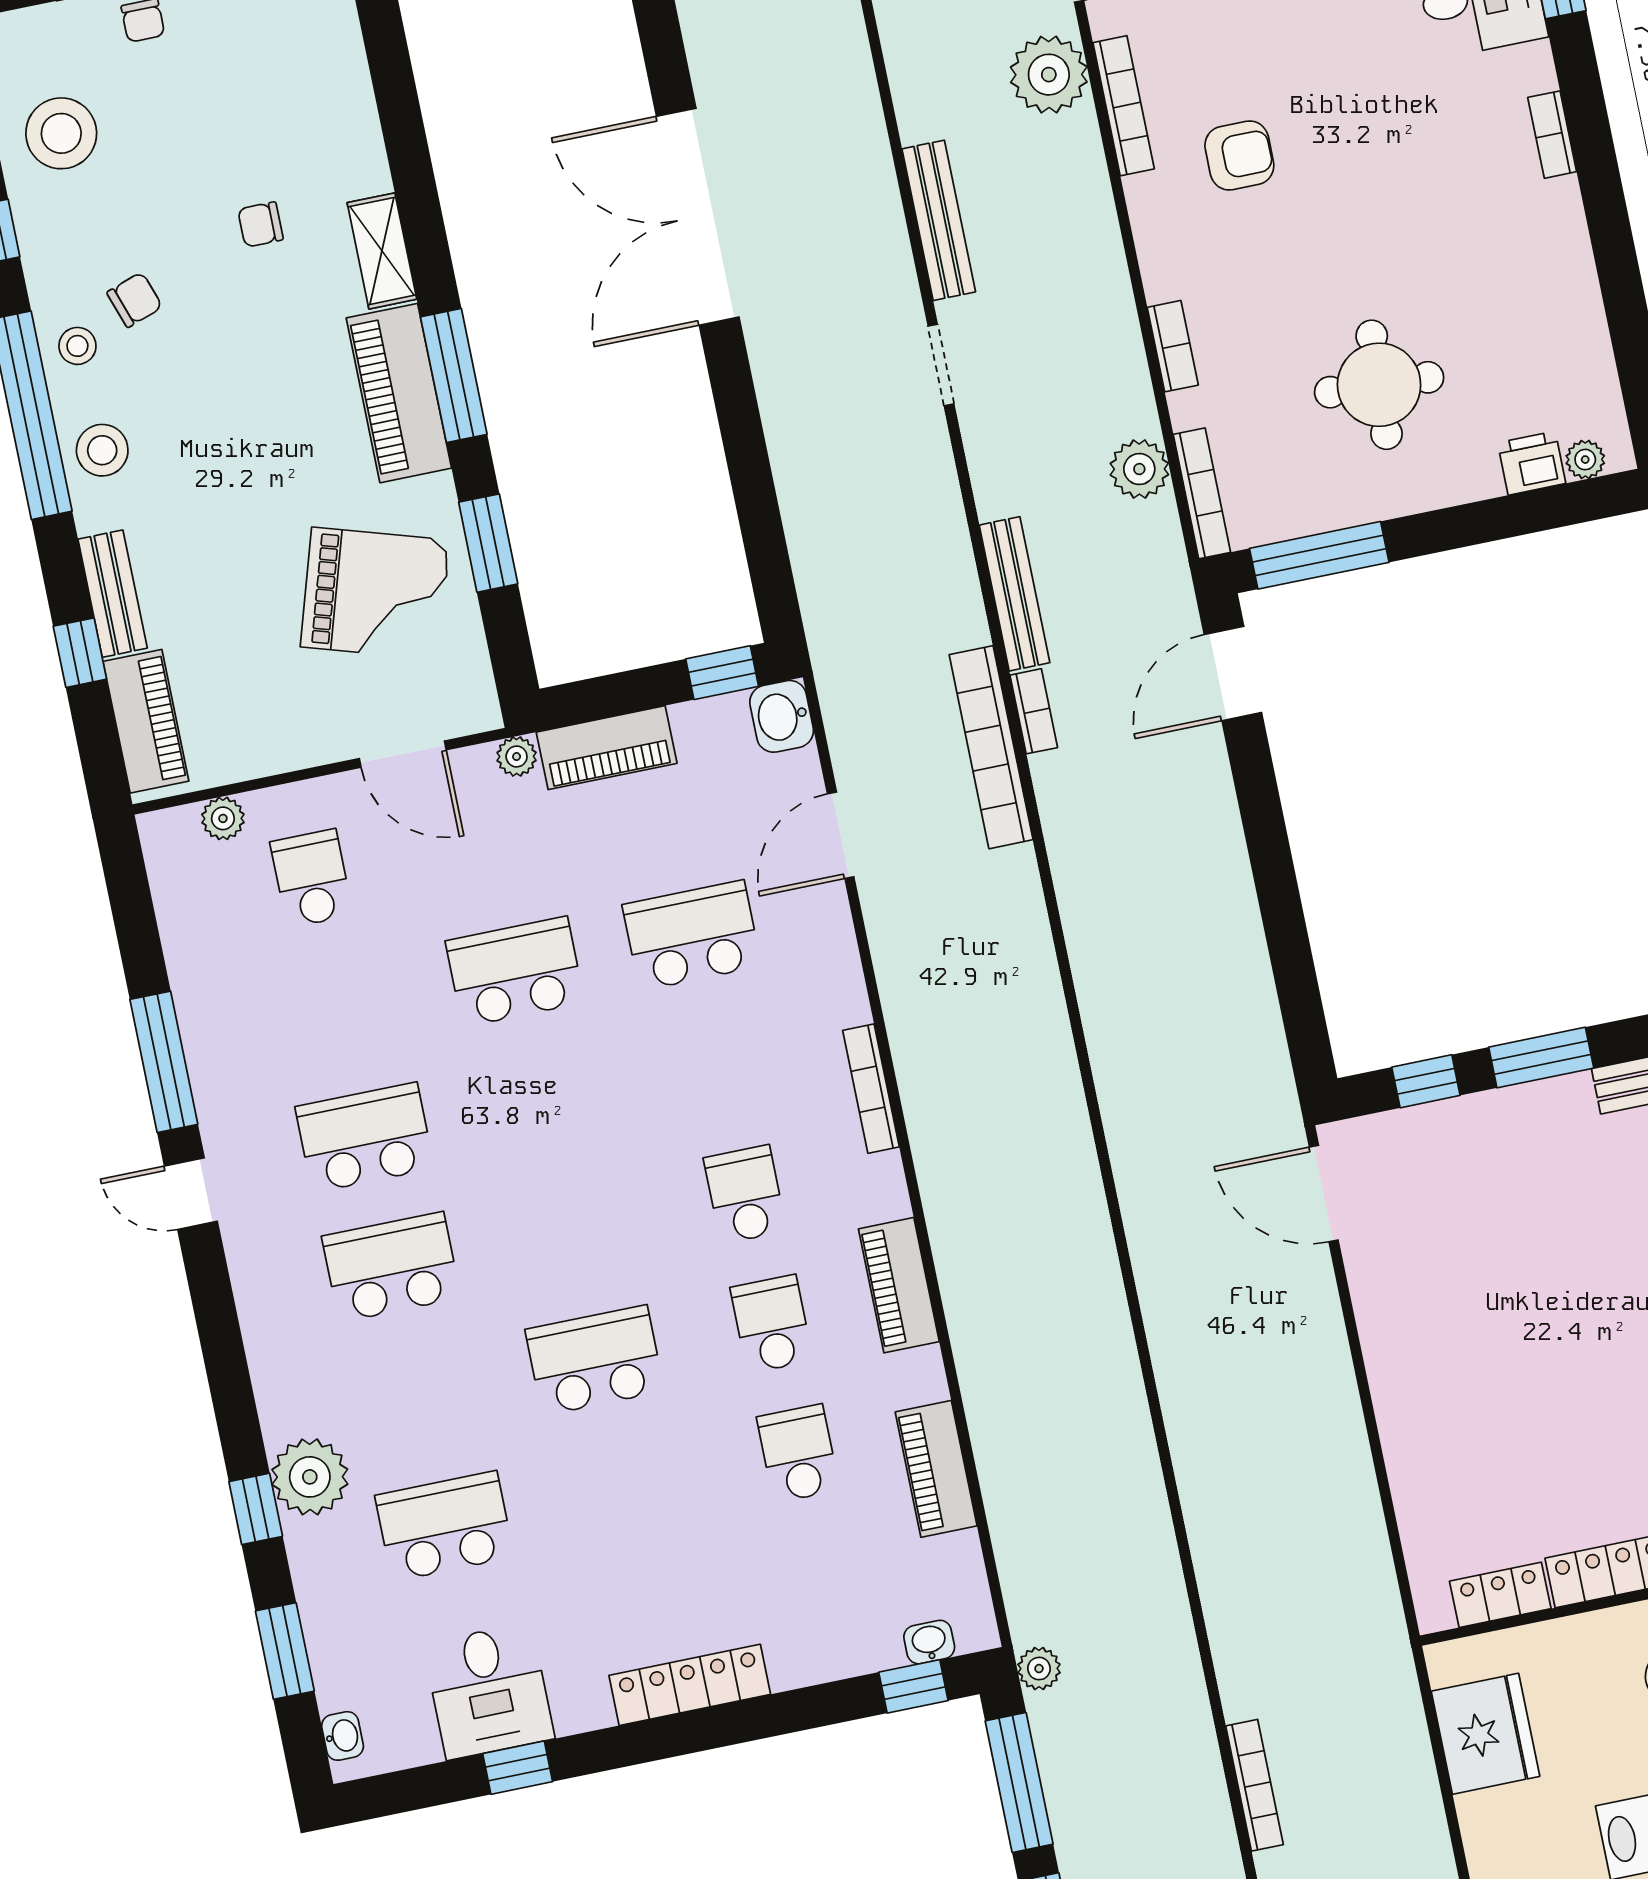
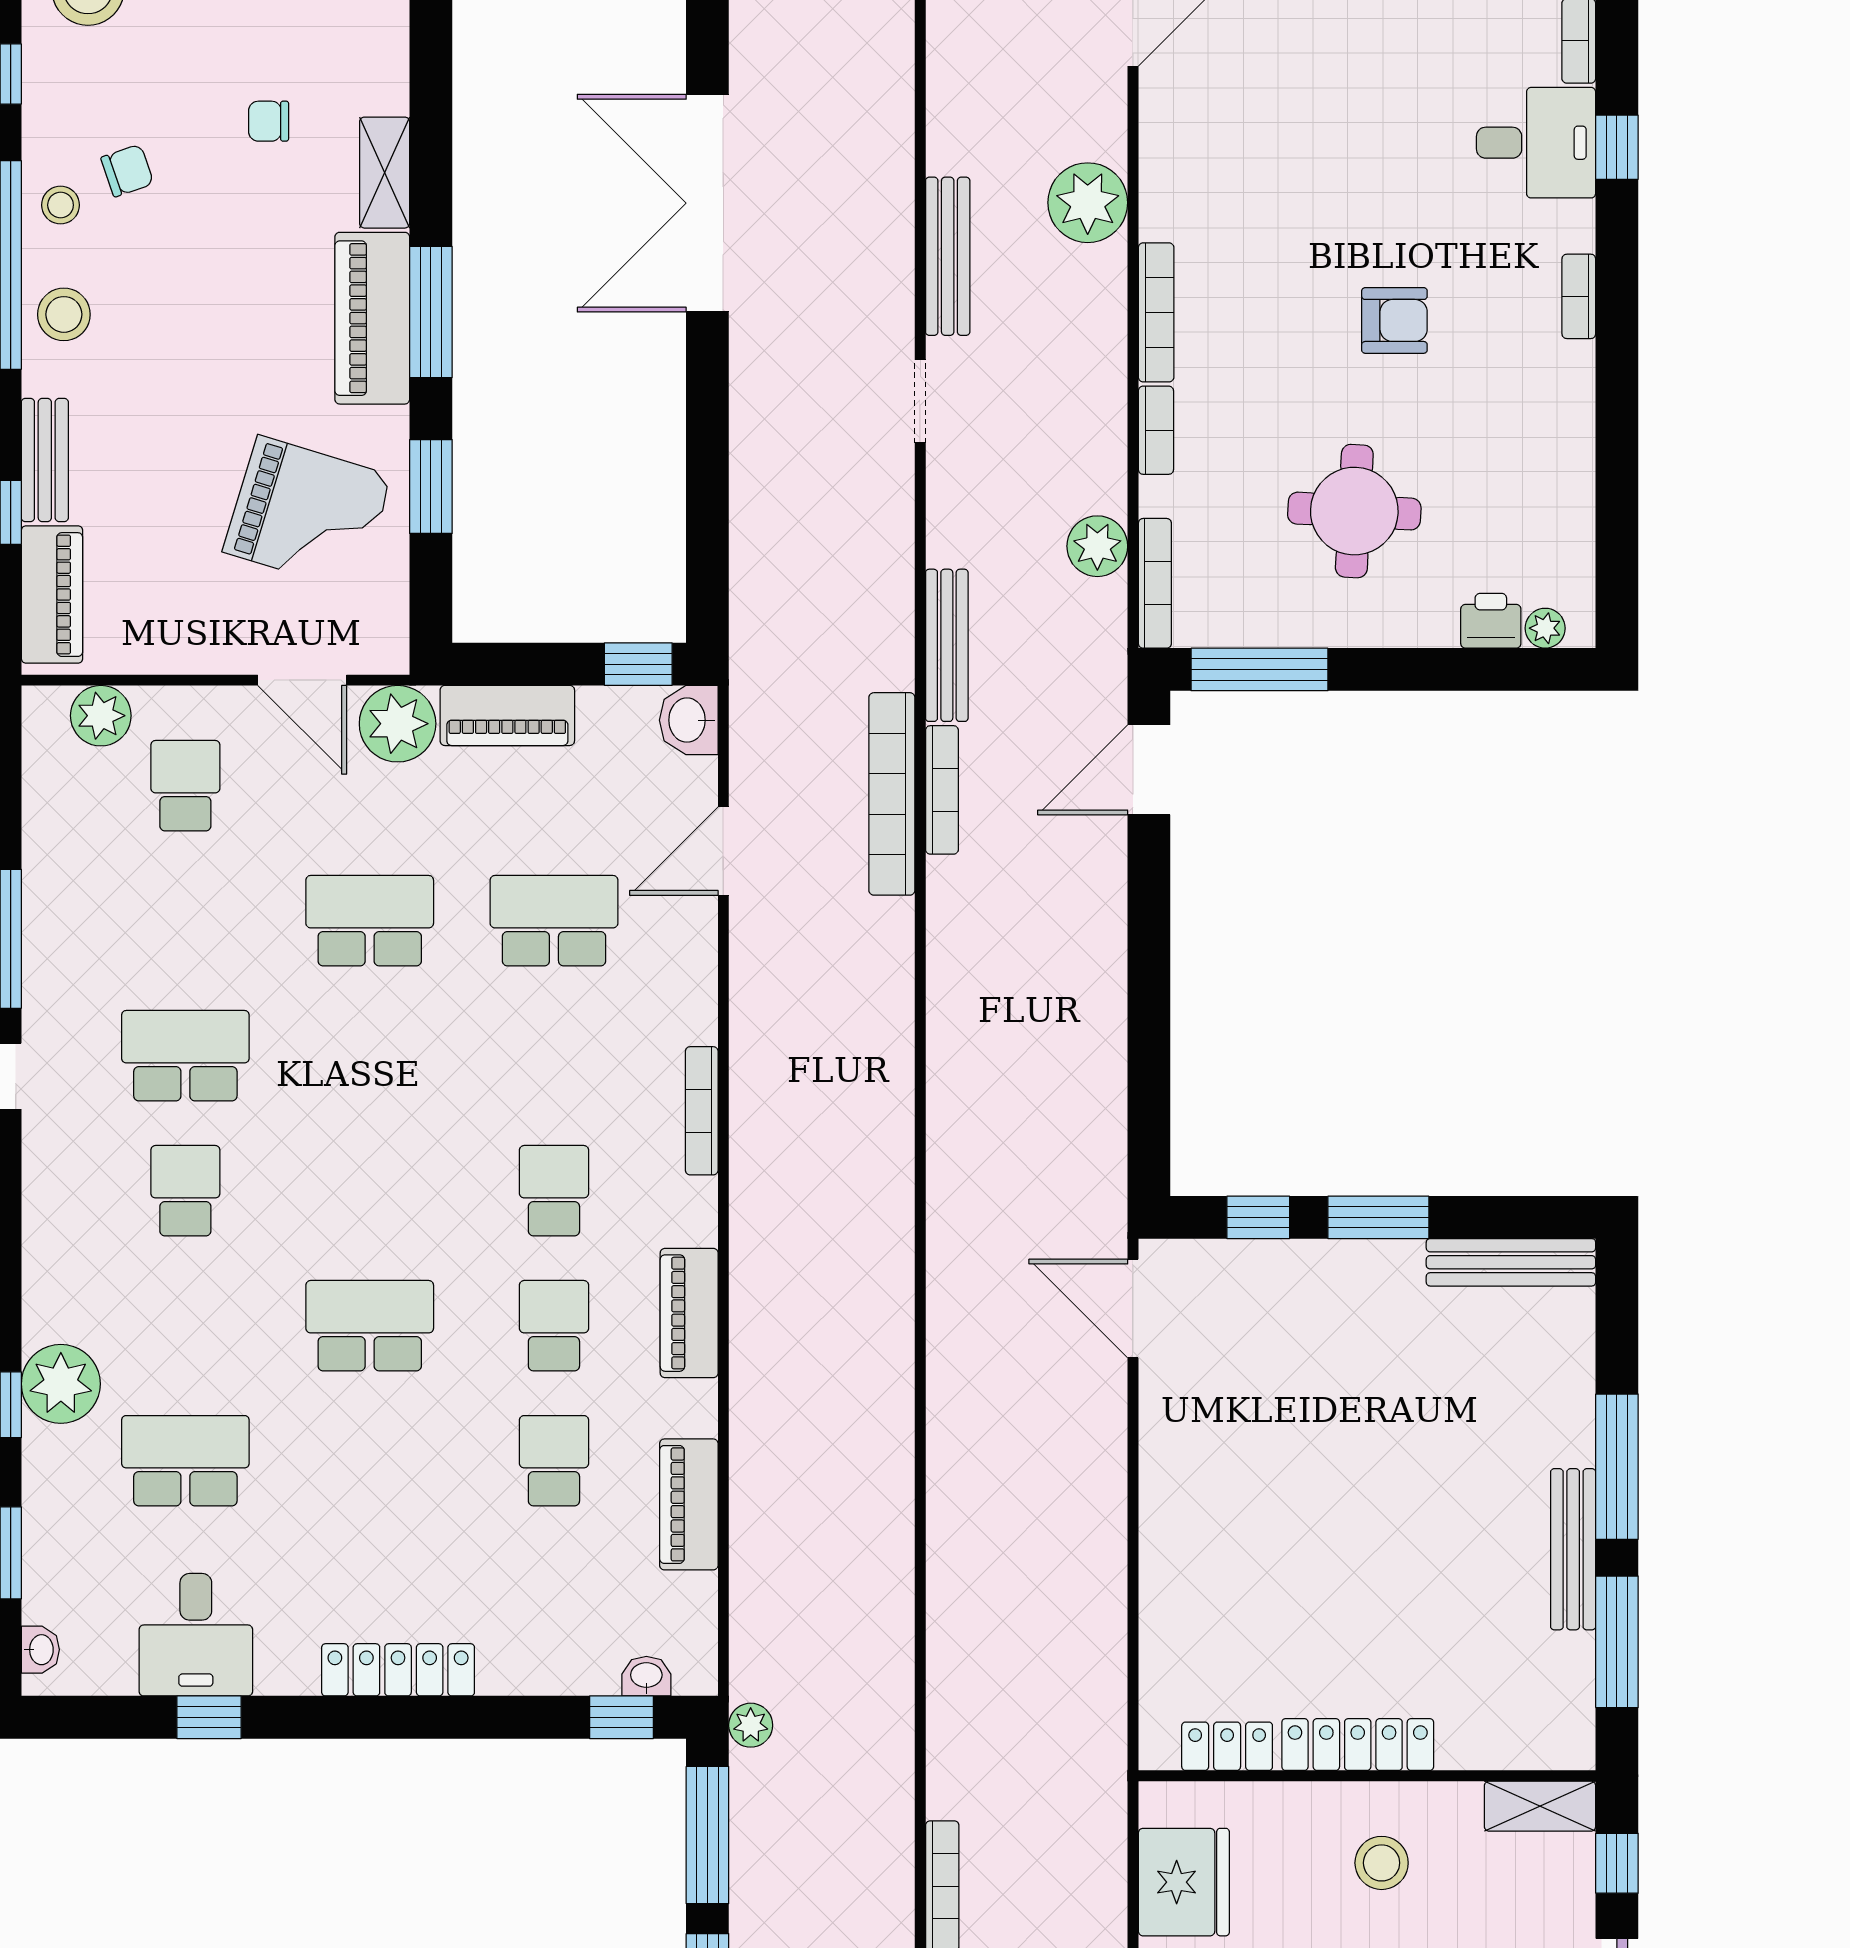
plant: (1049, 75) -> (1088, 203), moved
bookcase: (1124, 106) -> (1156, 312), moved
armchair: (1239, 155) -> (1394, 320), moved
bookcase: (1034, 711) -> (942, 790), width x1.56
plant: (517, 757) -> (398, 724), width x1.88, depth x1.88
plant: (223, 818) -> (101, 716), width x1.38, depth x1.38
school desk: (391, 1267) -> (185, 1191), width x0.54

